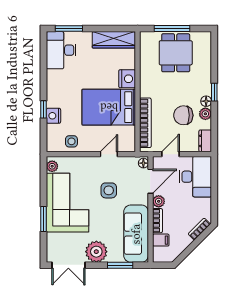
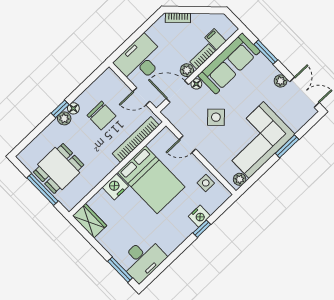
wardrobe: (114, 40) -> (90, 221), width x0.67
plant: (205, 114) -> (64, 118), moved
dresser: (205, 141) -> (105, 79), removed
floor lamp: (143, 163) -> (196, 84), moved
side table: (109, 190) -> (216, 117), turned 45
plant: (96, 252) -> (281, 81), width x0.53, depth x0.53

